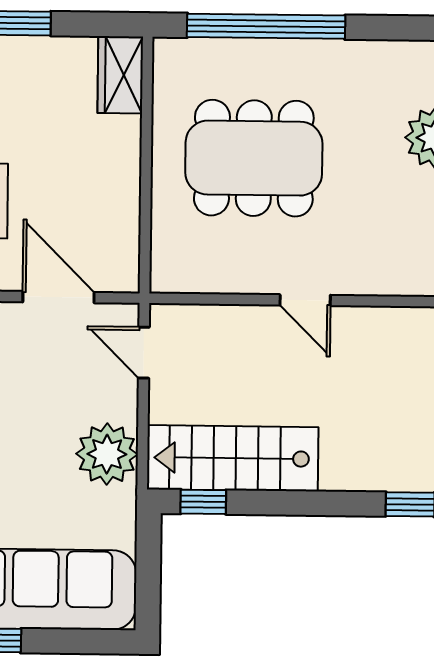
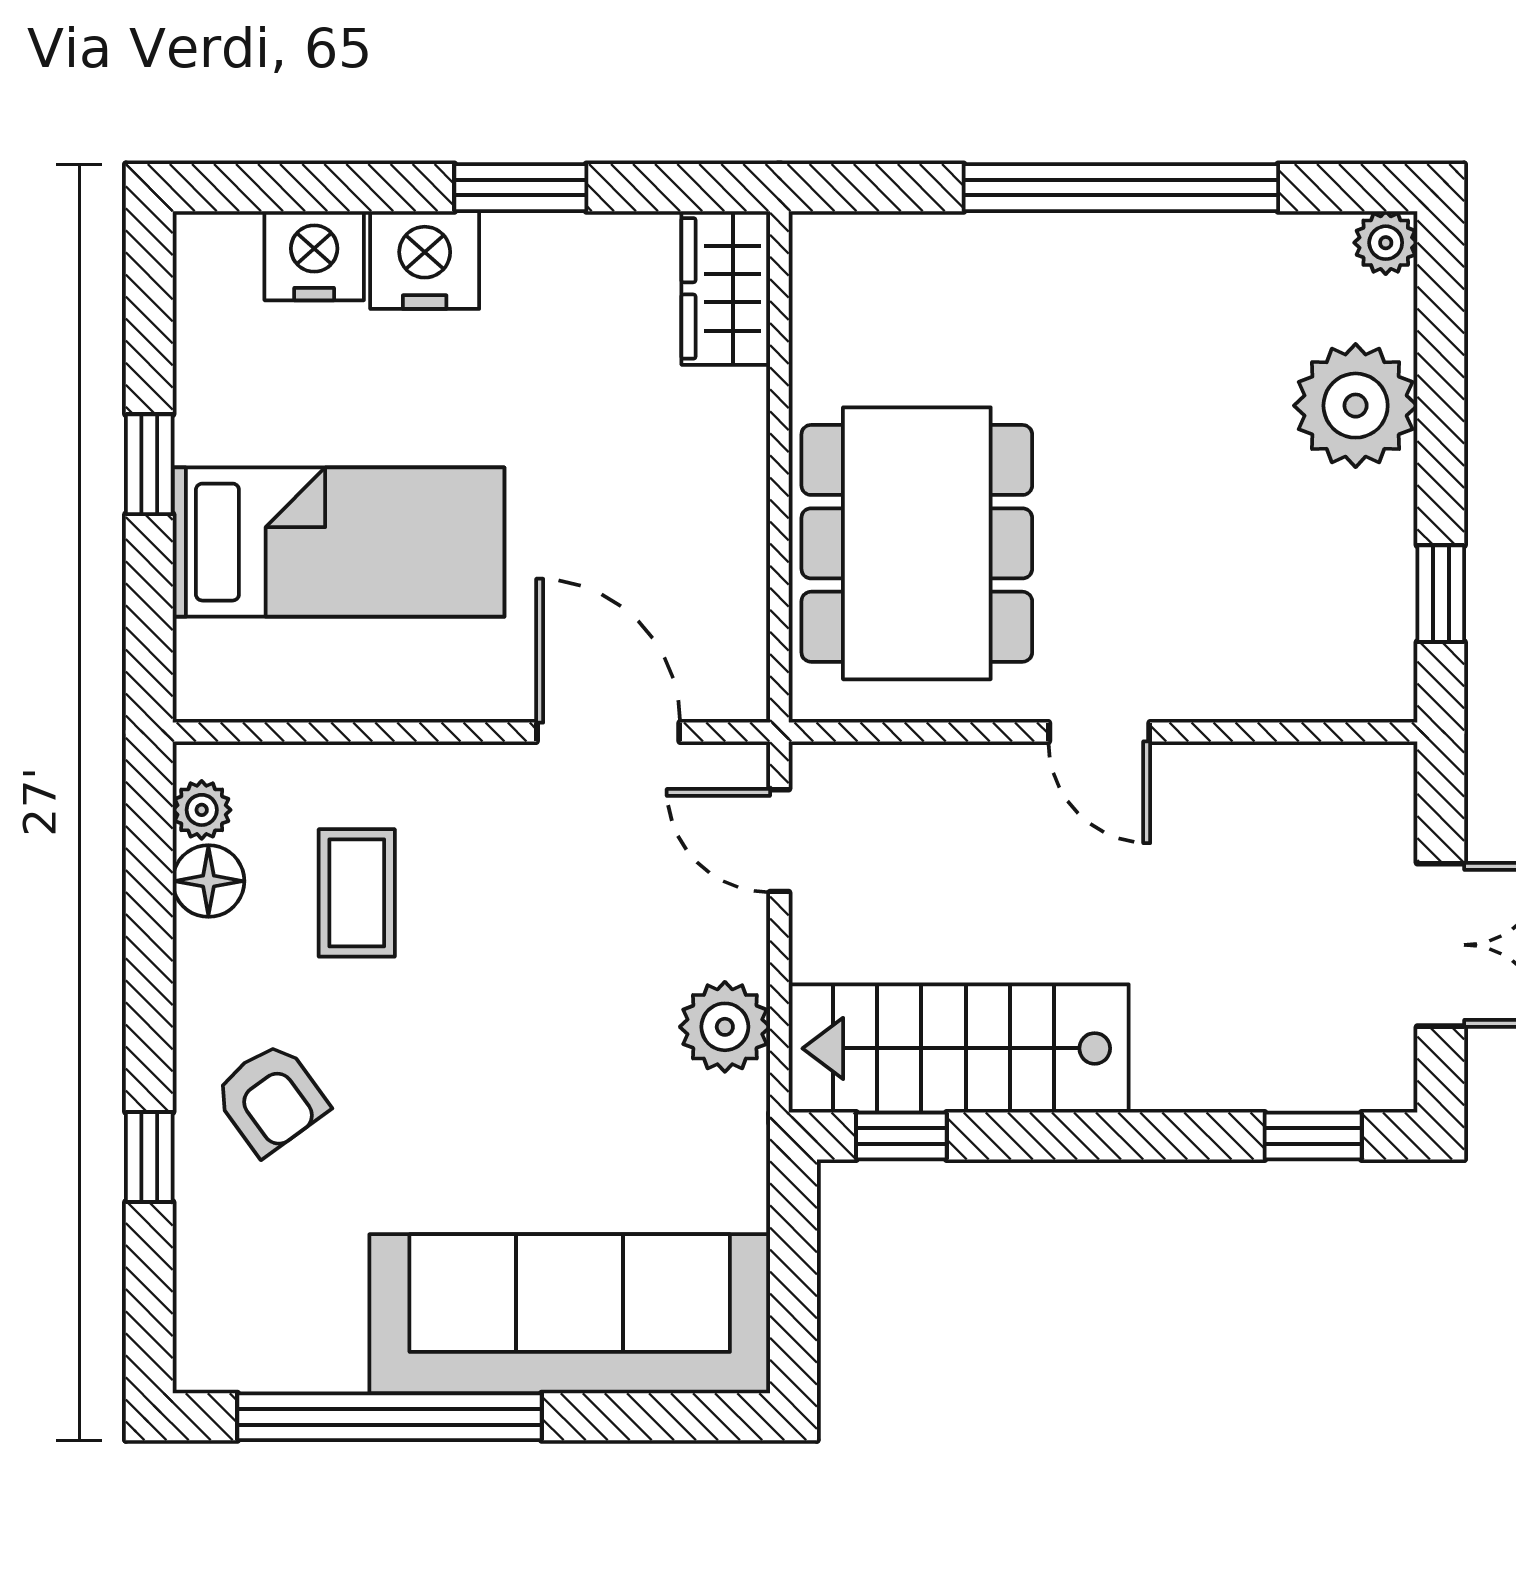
window: (266, 26) -> (1121, 188), moved
dining table: (254, 158) -> (917, 543), moved, turned 90
plant: (107, 454) -> (725, 1027), width x0.73, depth x0.73

